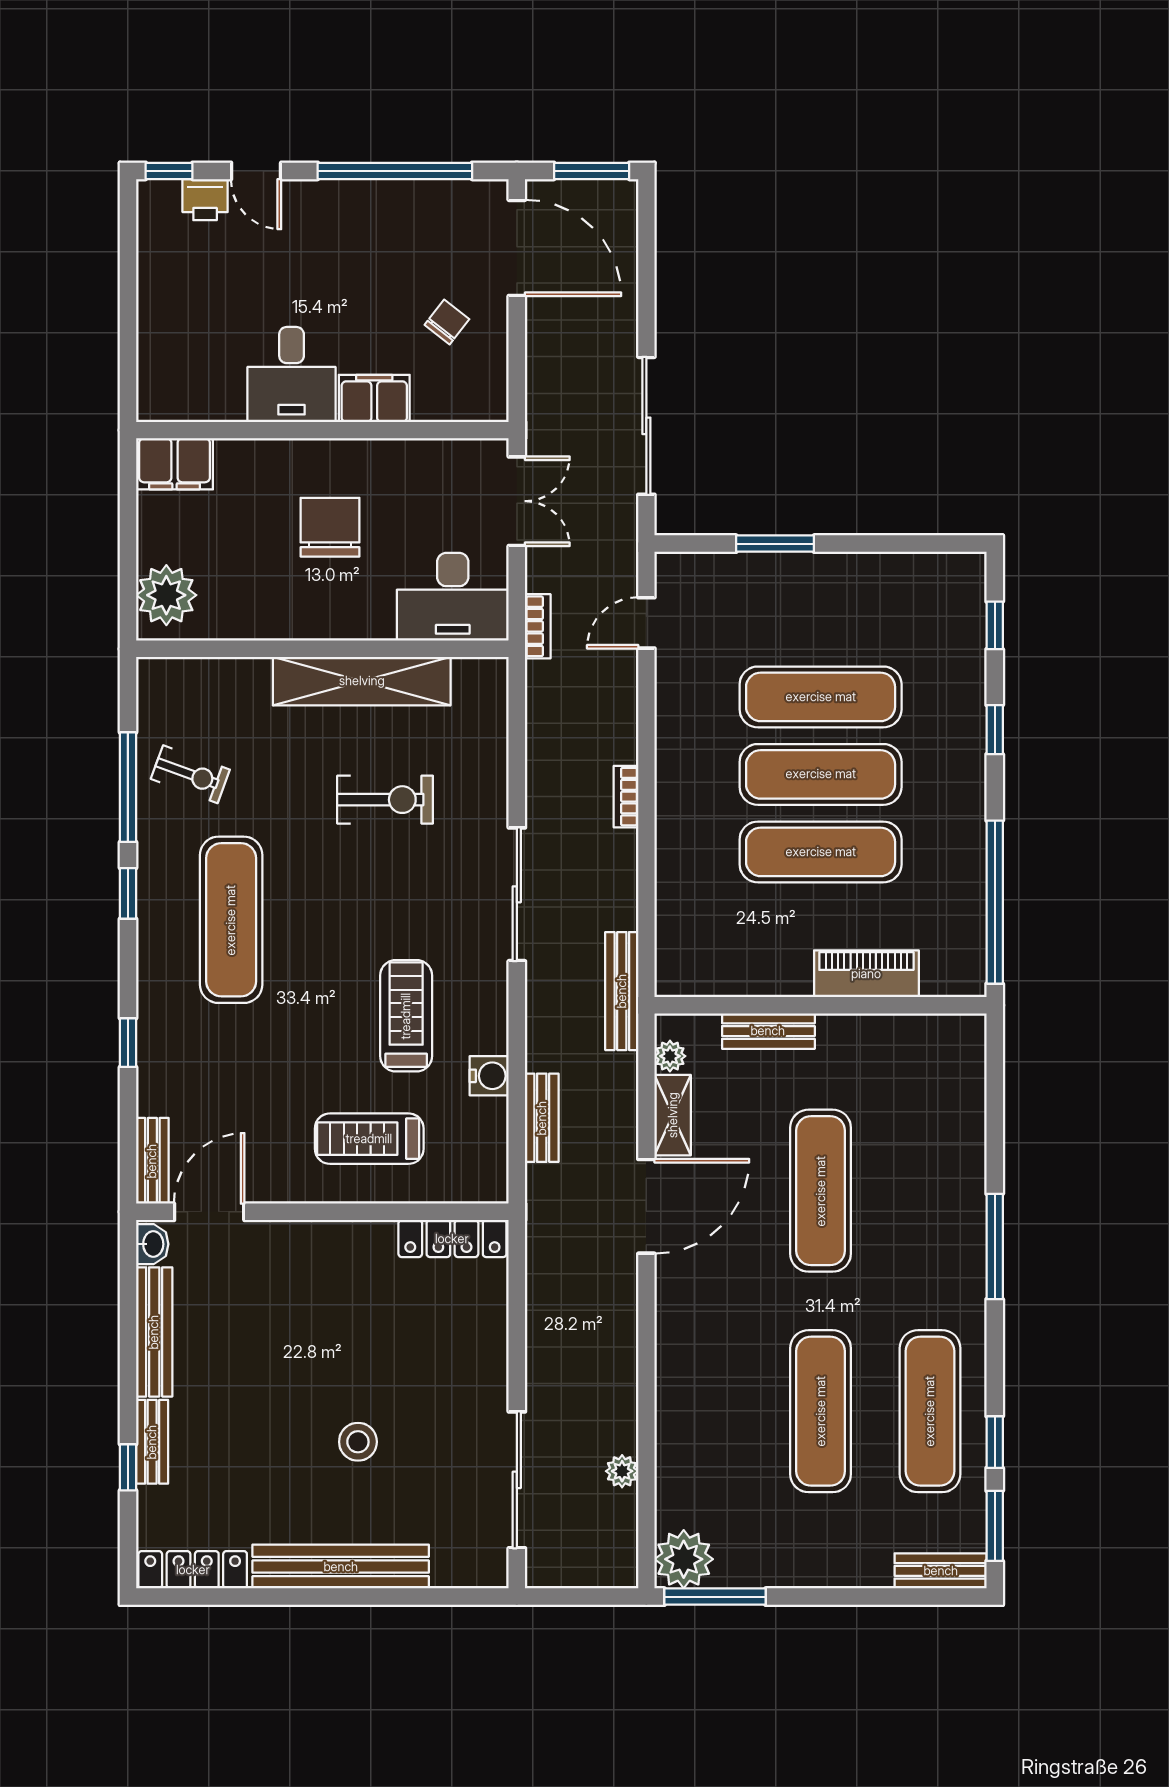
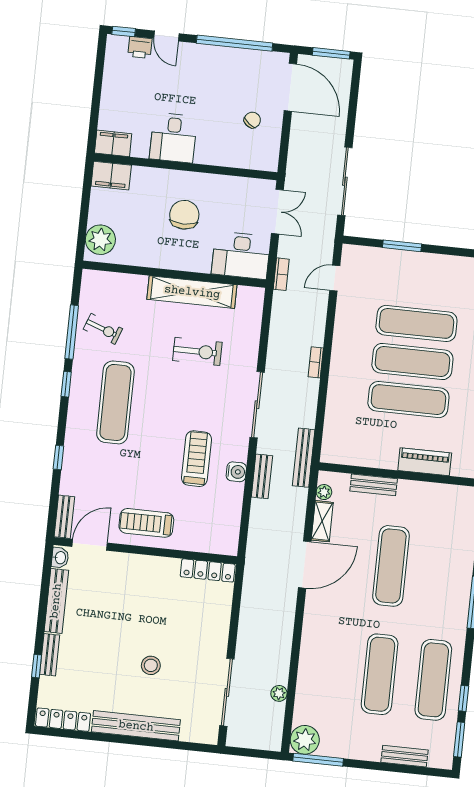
filing cabinet: (374, 398) -> (113, 143), moved
water cooler: (489, 1076) -> (236, 472), moved
bench: (542, 1118) -> (262, 476), moved
treadmill: (369, 1139) -> (146, 523), moved
bench: (941, 1571) -> (404, 756), moved

